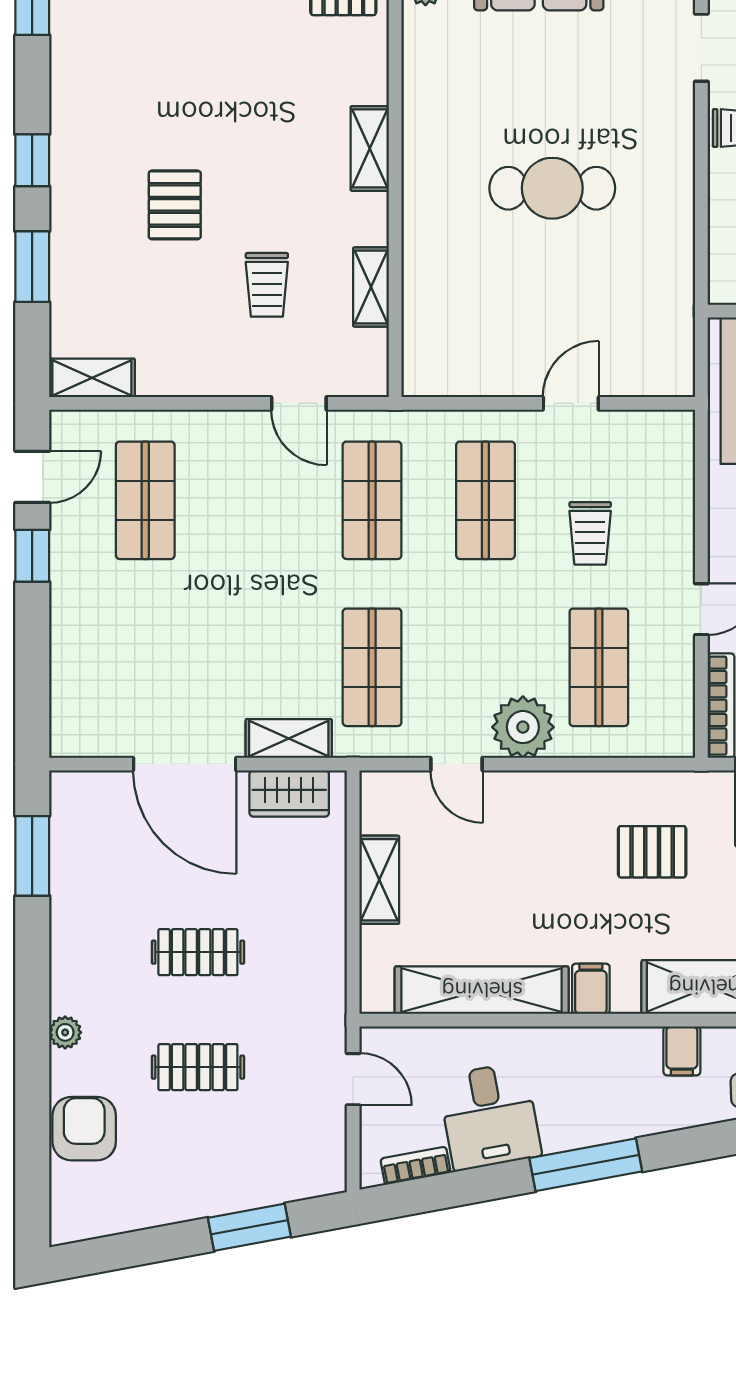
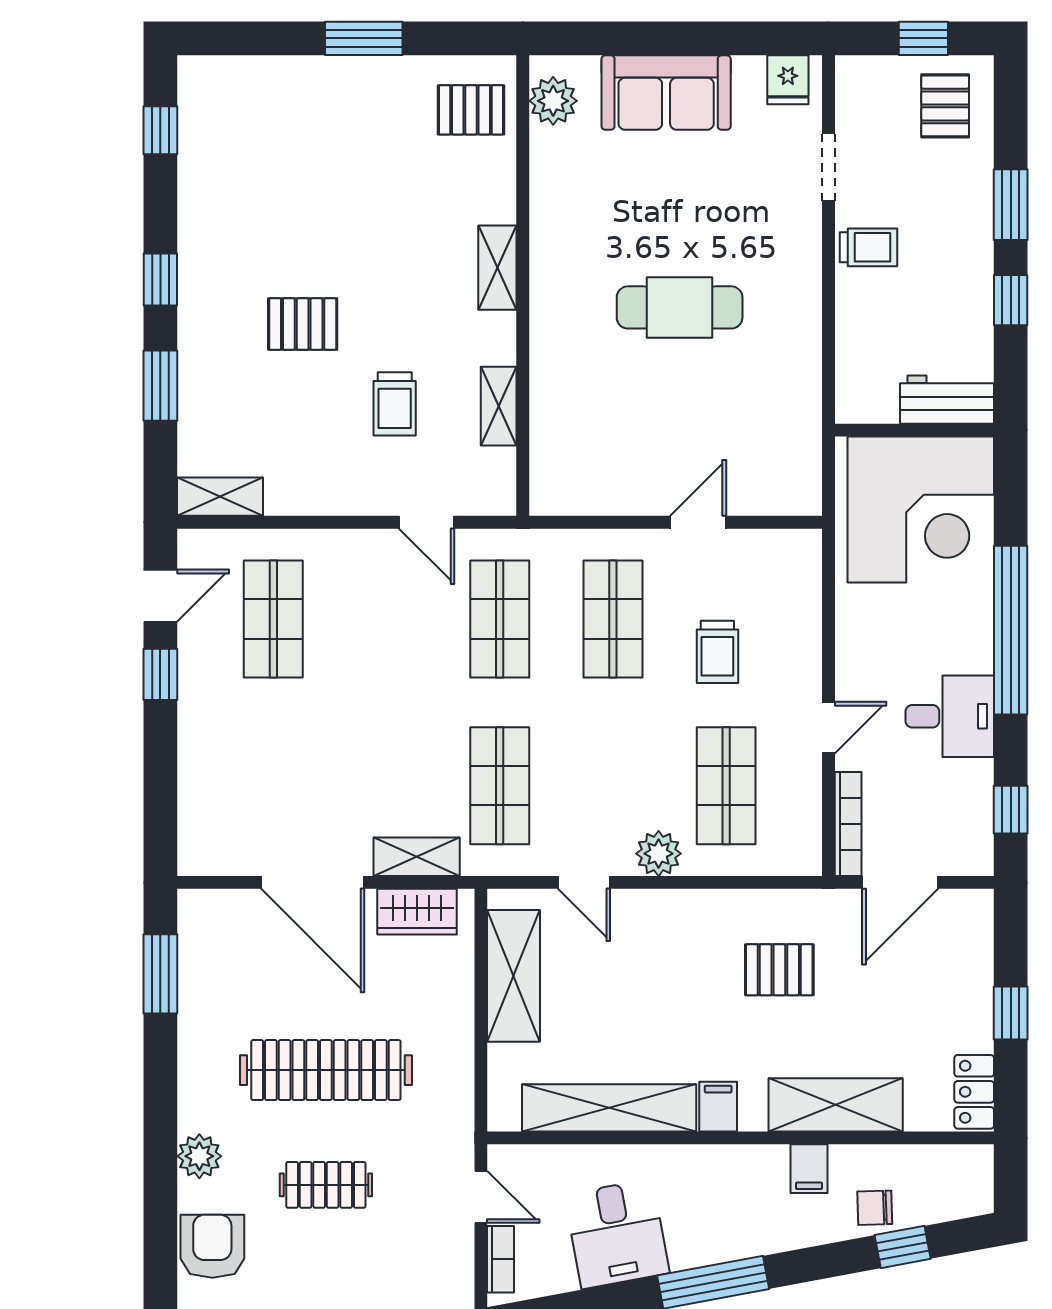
pallet: (175, 205) -> (303, 324), turned 90
plant: (523, 727) -> (659, 854), width x0.73, depth x0.73
shelving: (379, 880) -> (514, 976), width x1.50, depth x1.33
clothes rail: (198, 952) -> (326, 1070), width x1.86, depth x1.31
plant: (65, 1032) -> (199, 1156), width x1.38, depth x1.38
bookcase: (415, 1166) -> (501, 1259), moved, turned 101

